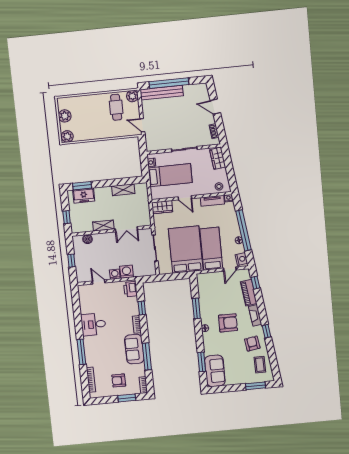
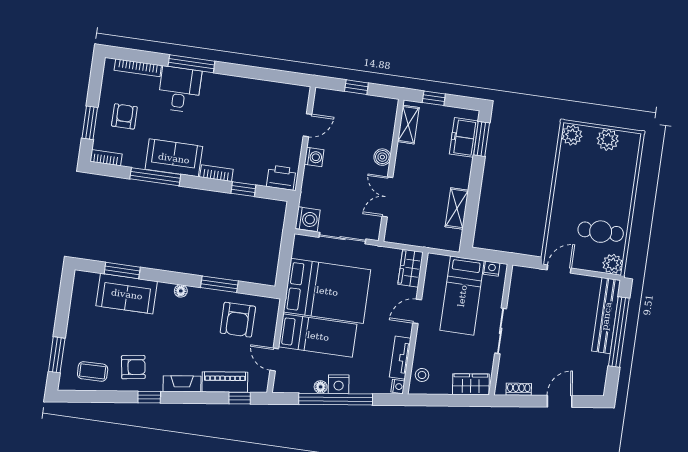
shelving: (103, 226) -> (408, 125), moved
boiler: (87, 239) -> (382, 157), moved
nightstand: (241, 259) -> (339, 384), moved
washing machine: (127, 272) -> (308, 219), moved
armchair: (228, 323) -> (238, 320), moved
desk: (93, 324) -> (180, 89), moved
sofa: (215, 371) -> (127, 294), moved

